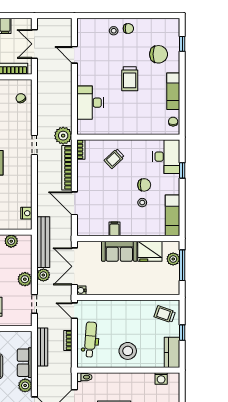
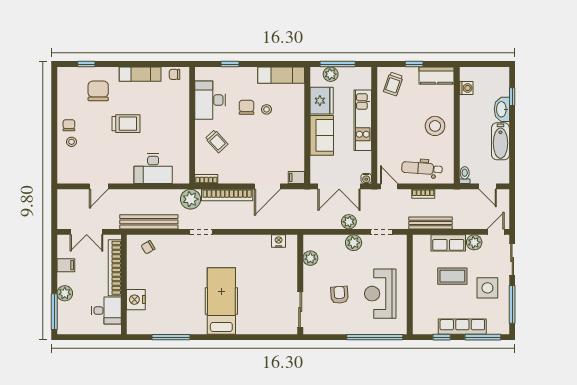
desk: (166, 157) -> (210, 100), moved, turned -90
filing cabinet: (114, 229) -> (296, 177), moved
bench: (43, 242) -> (149, 222), moved
kitchen unit: (133, 287) -> (363, 120), added
door: (74, 311) -> (389, 186), swing flipped

